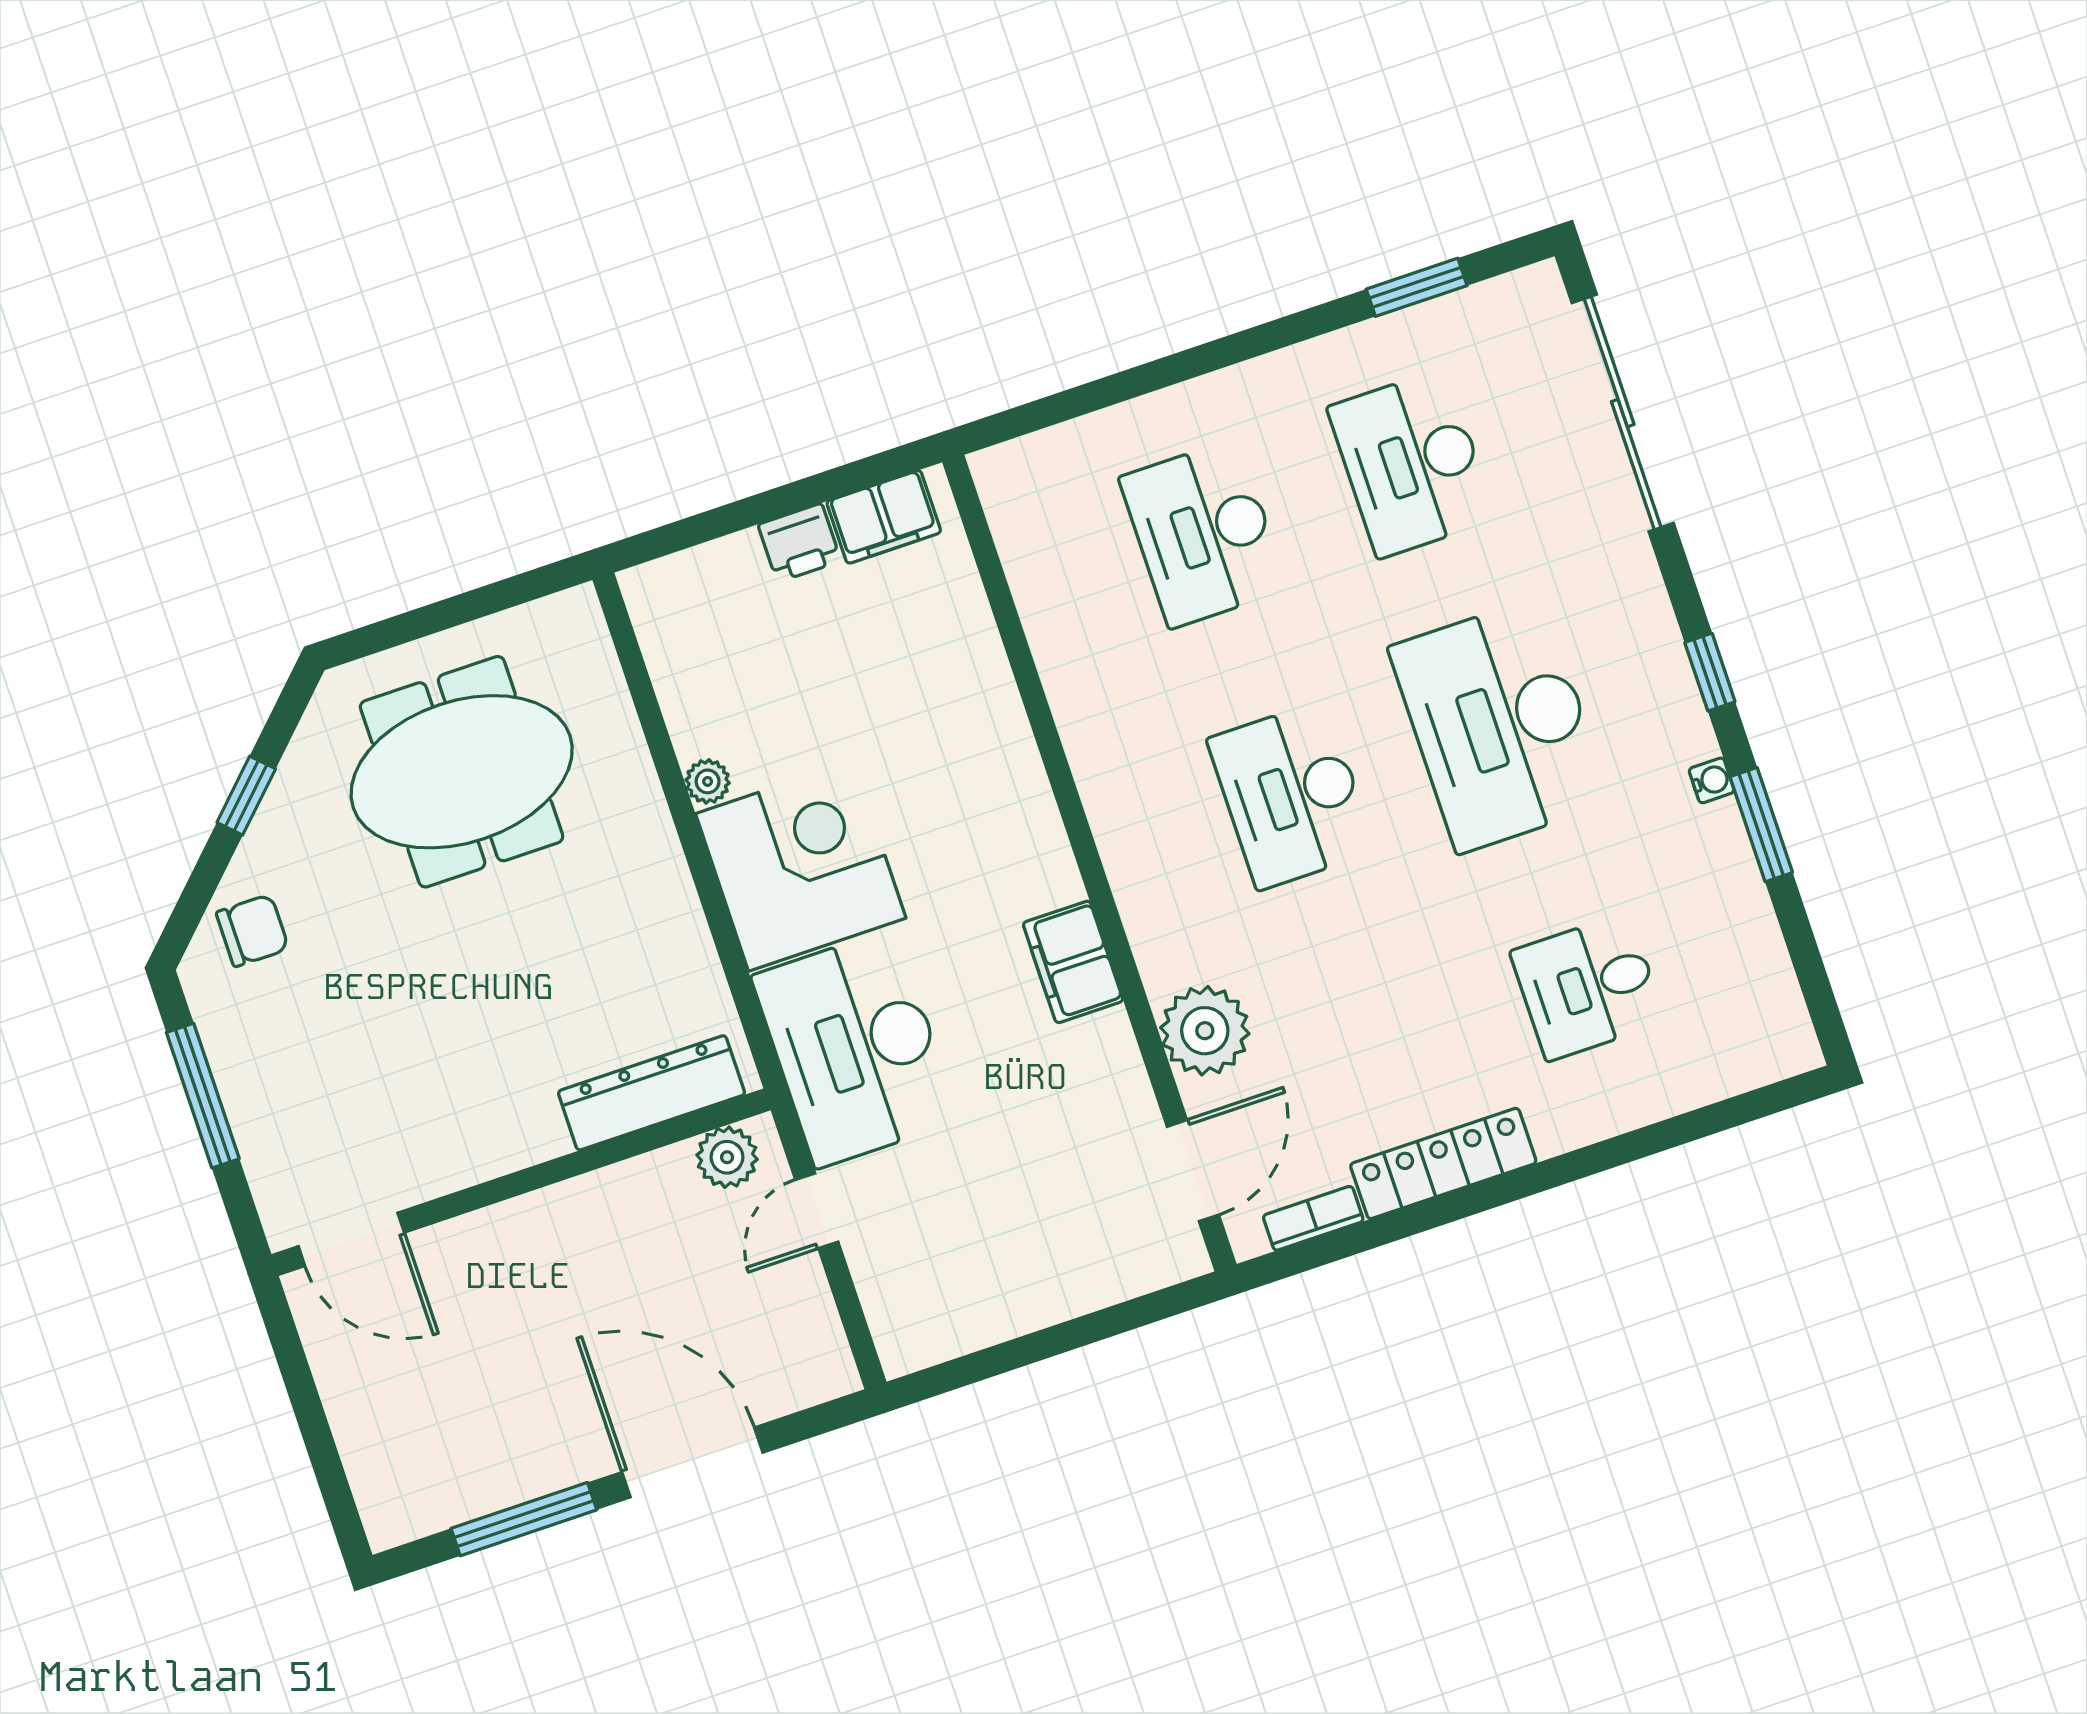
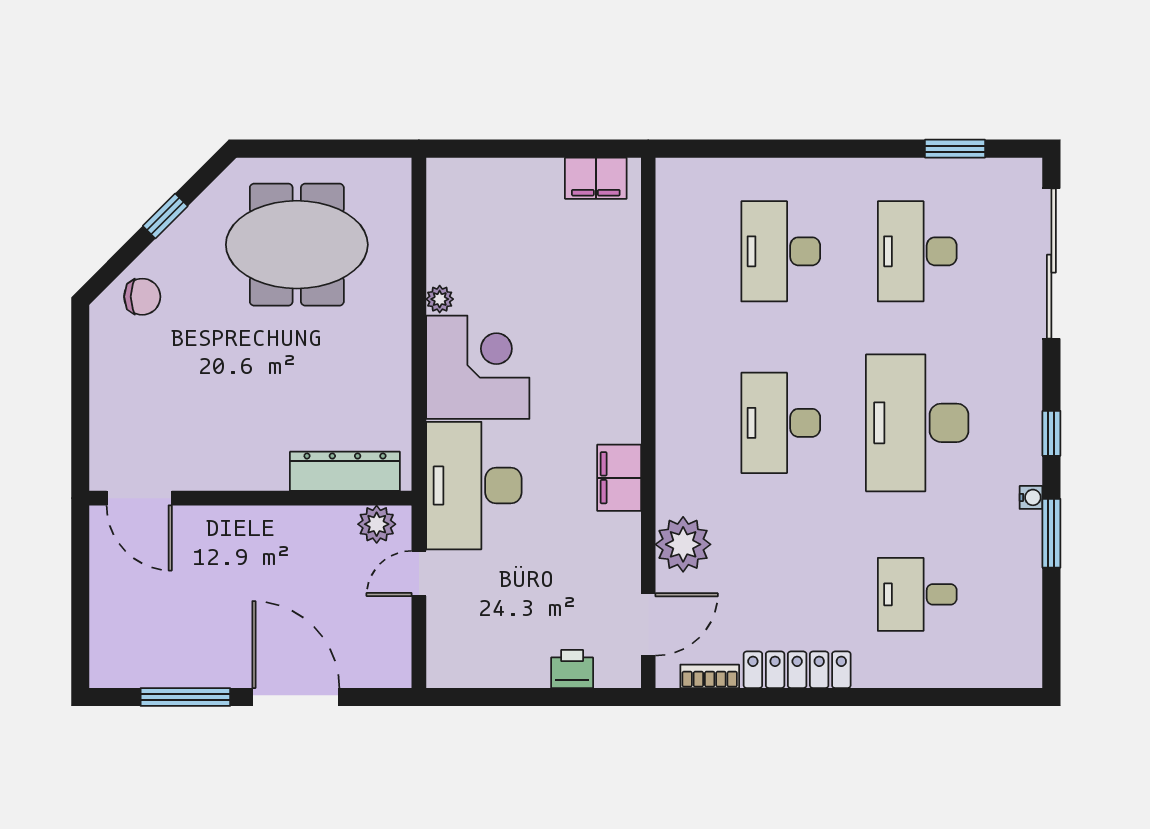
printer: (799, 543) -> (572, 669), moved, turned 180
window: (203, 1096) -> (80, 384), removed

